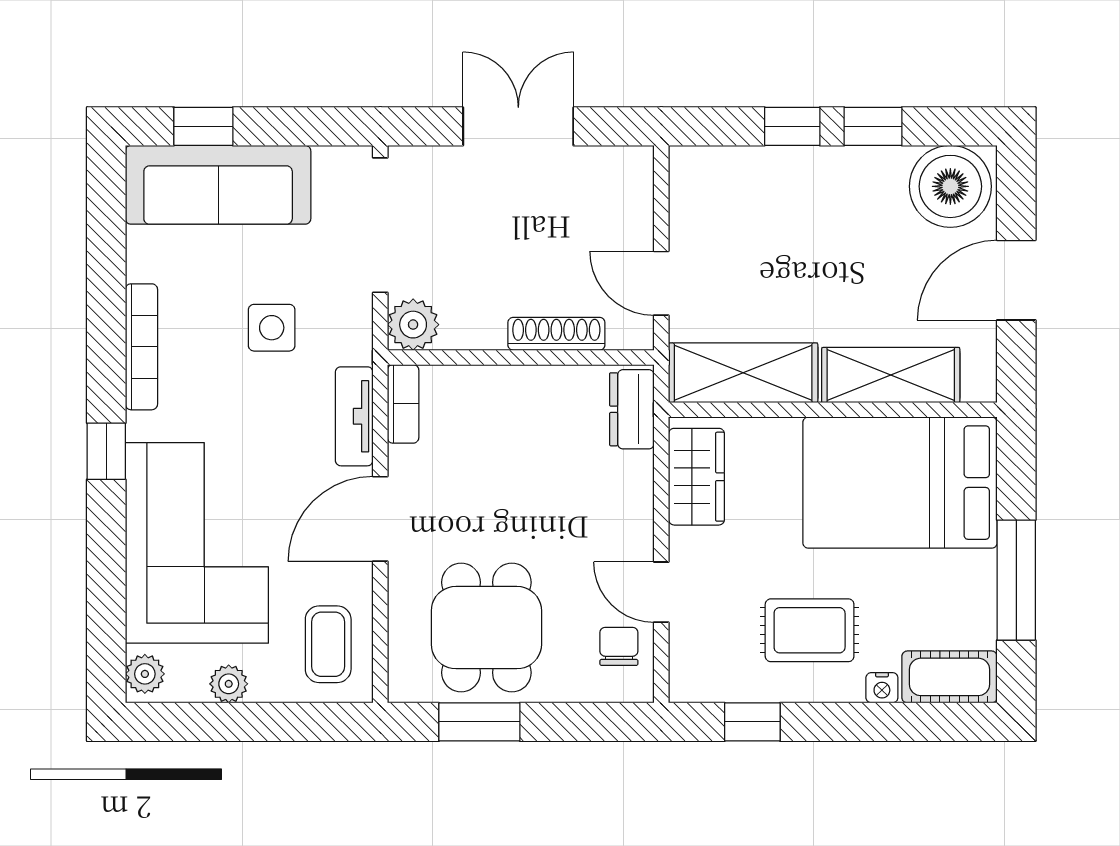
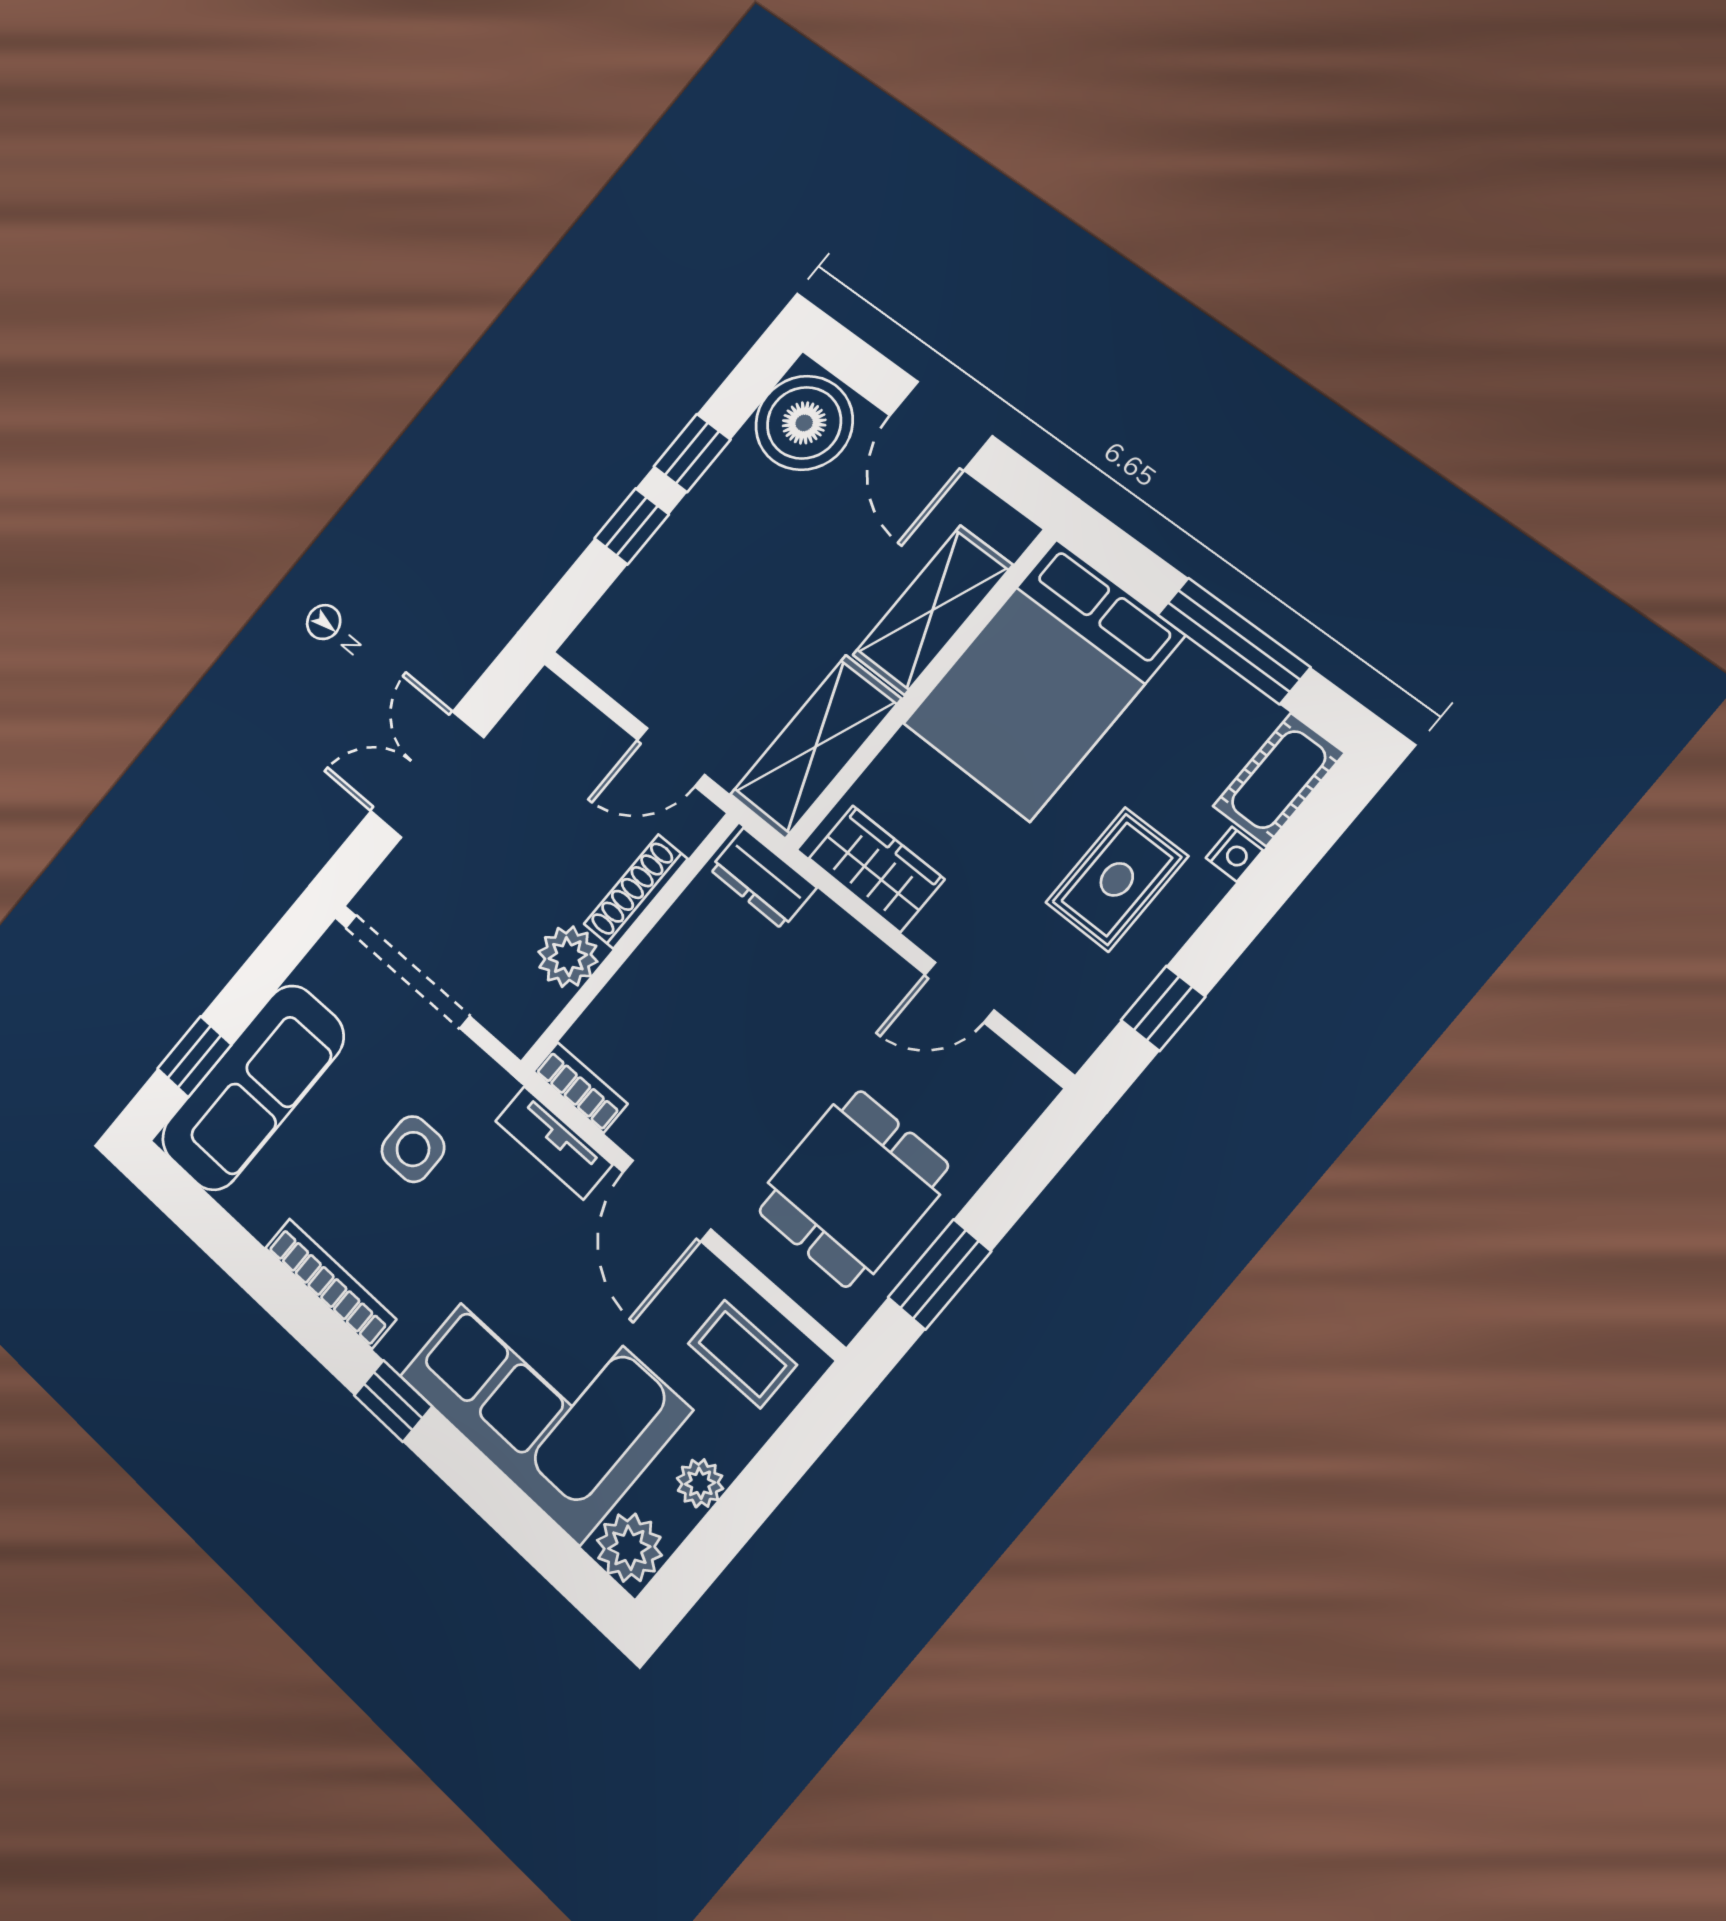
plant: (413, 325) -> (568, 957), moved
dining table: (486, 628) -> (853, 1189), turned 90
chair: (619, 646) -> (978, 1077), removed
plant: (145, 674) -> (629, 1548), width x1.38, depth x1.38

